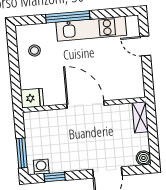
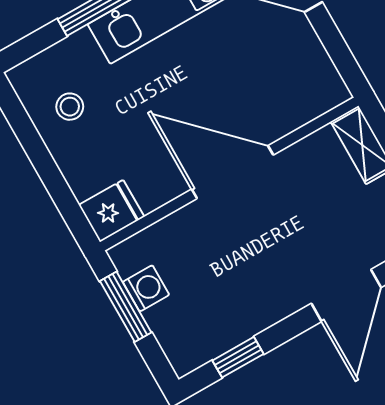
window: (22, 153) -> (126, 307), moved
washing machine: (41, 167) -> (146, 288), moved, turned 90

